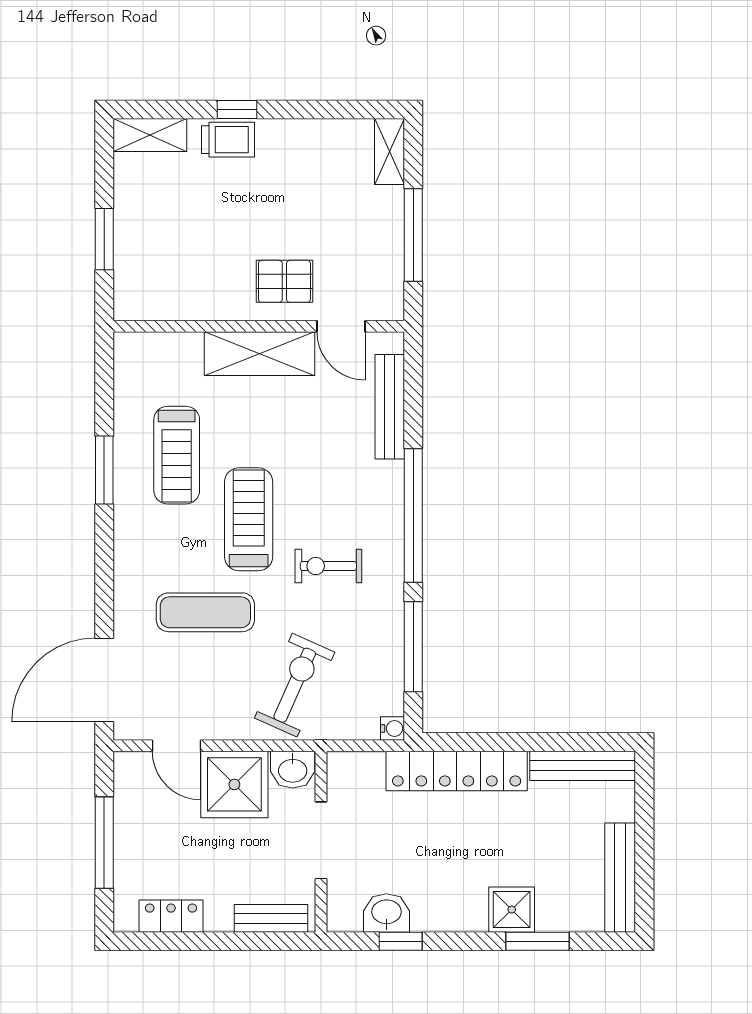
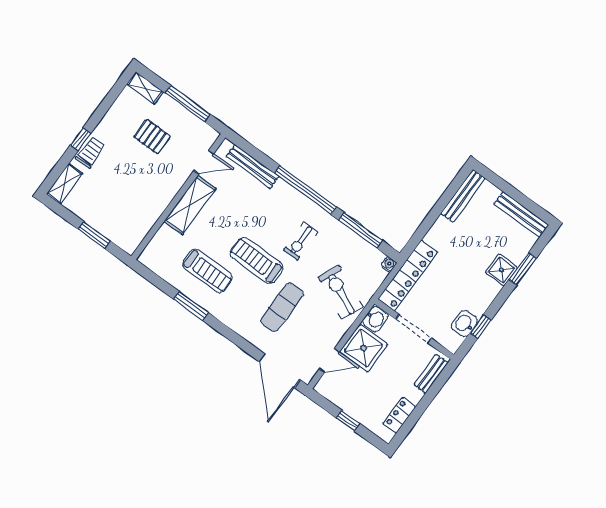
pallet: (284, 281) -> (152, 137), moved, turned 90
locker: (457, 771) -> (408, 276), moved
window: (104, 843) -> (348, 421), width x0.46

